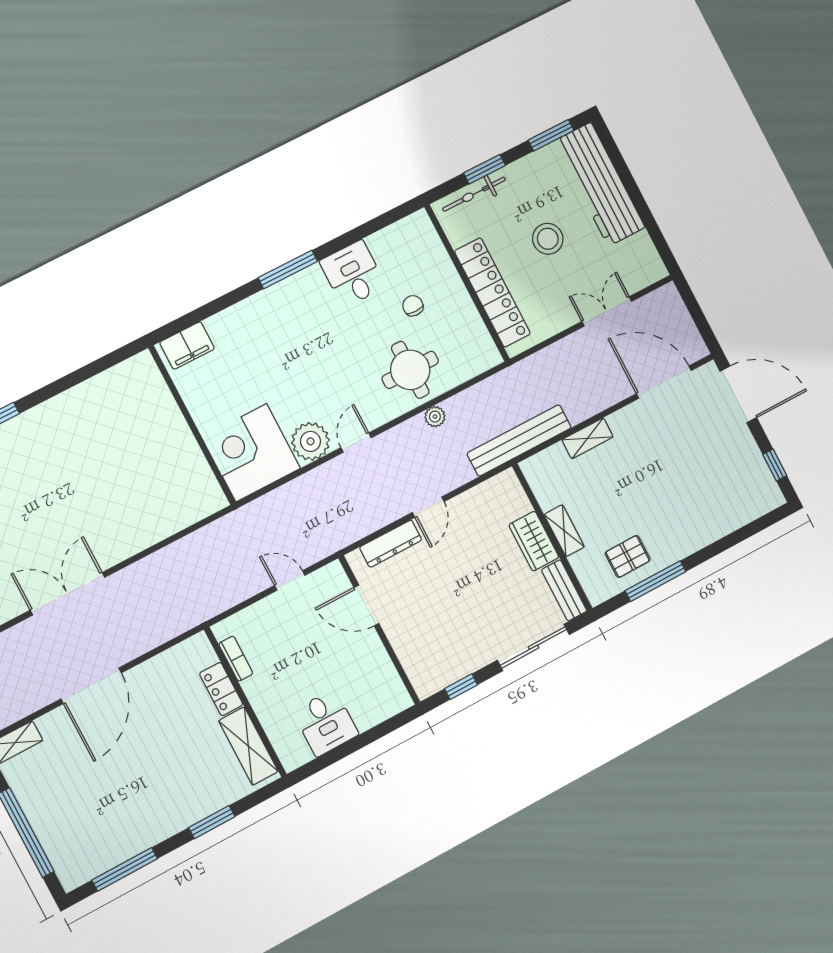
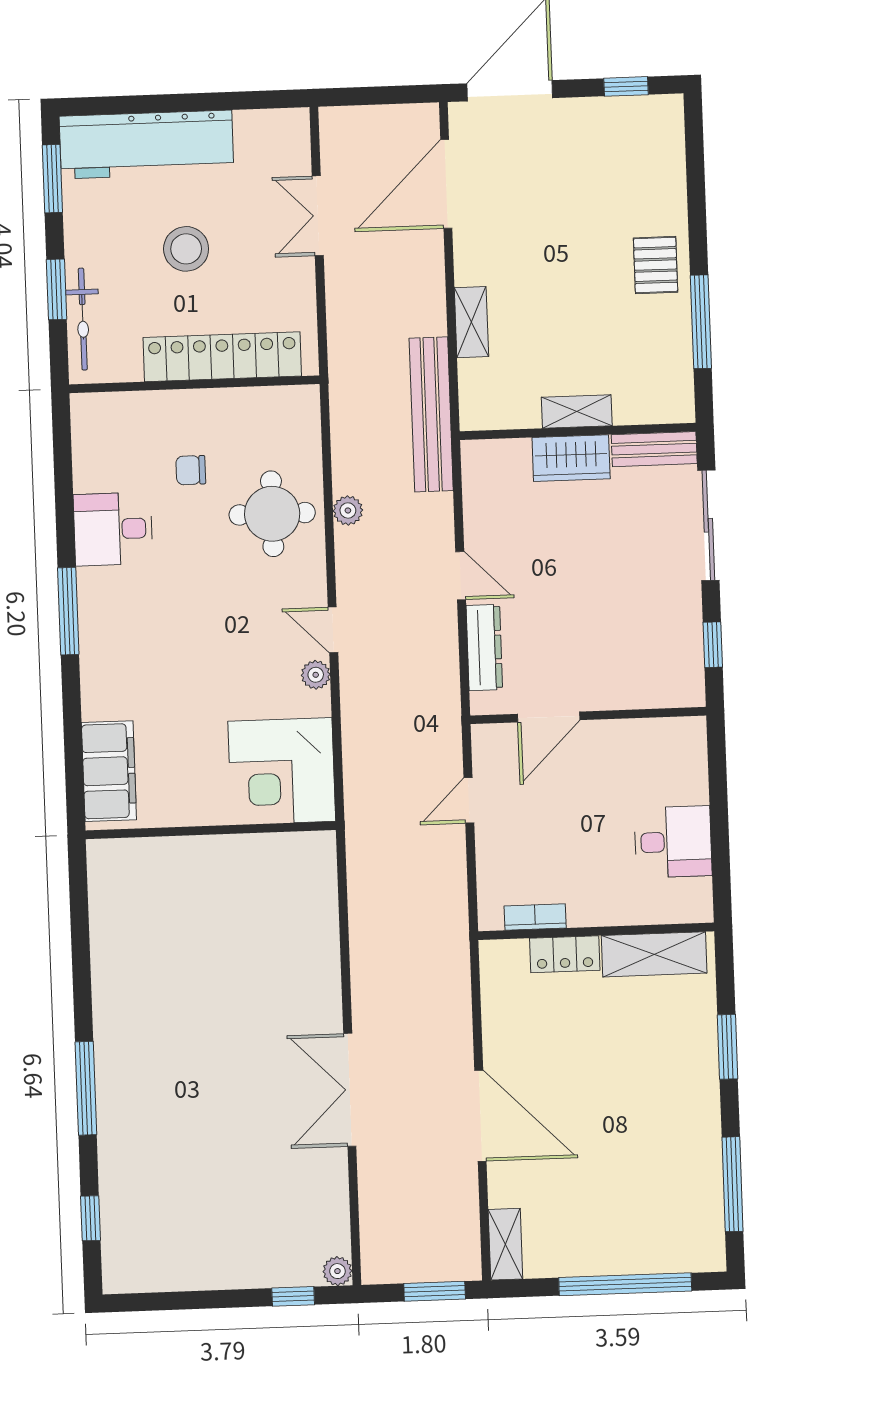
filing cabinet: (187, 346) -> (109, 771), width x1.50, depth x1.17
plant: (310, 441) -> (316, 675), width x0.53, depth x0.53
pallet: (628, 556) -> (656, 265), moved

